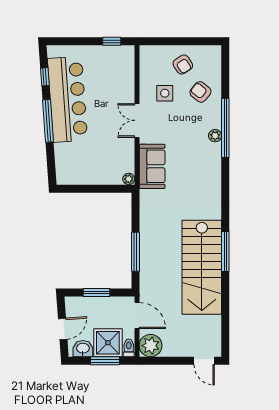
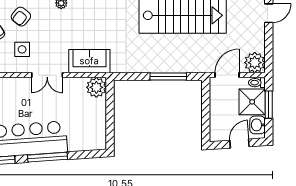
plant: (129, 179) -> (96, 87), width x1.88, depth x1.88
window: (97, 293) -> (206, 112), removed
door: (63, 329) -> (239, 144), hinge flipped

